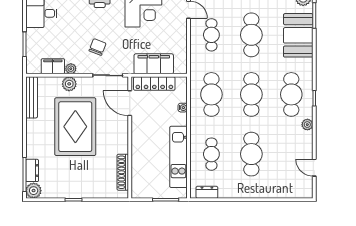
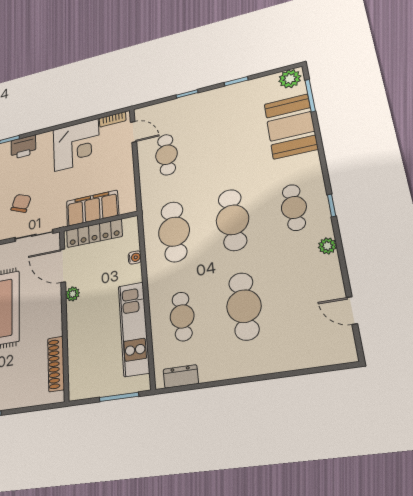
cafe table: (251, 35) -> (222, 142), removed
cafe table: (291, 94) -> (294, 207), width x0.73, depth x0.74
plant: (136, 125) -> (73, 294), added

